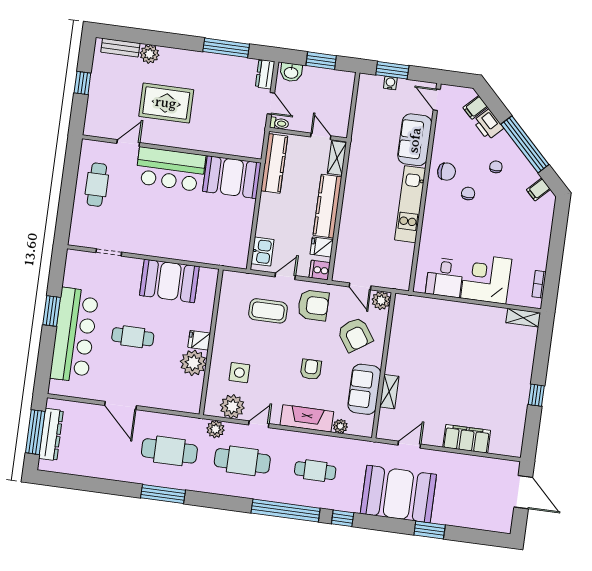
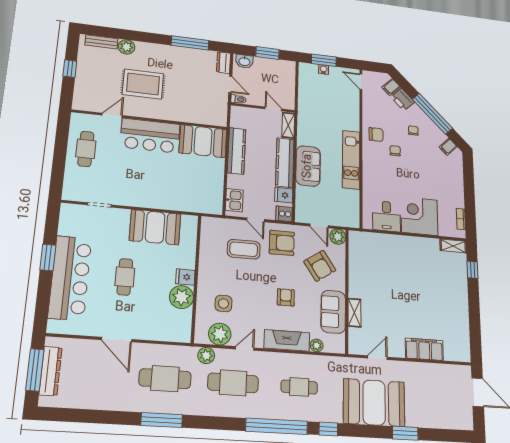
sofa: (415, 140) -> (308, 166), moved, turned 180
kitchen counter: (274, 163) -> (236, 151), moved
door: (285, 276) -> (256, 220), swing flipped
cafe table: (133, 337) -> (125, 277), turned 90
window: (536, 395) -> (472, 270), moved

